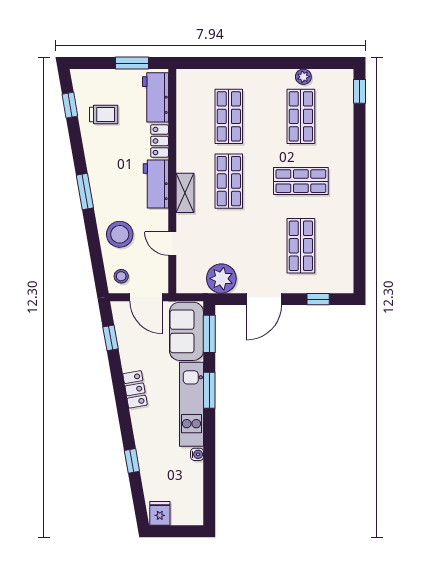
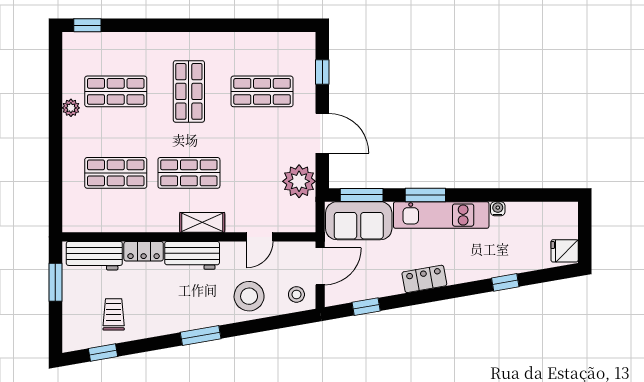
plant: (303, 77) -> (71, 108), moved

